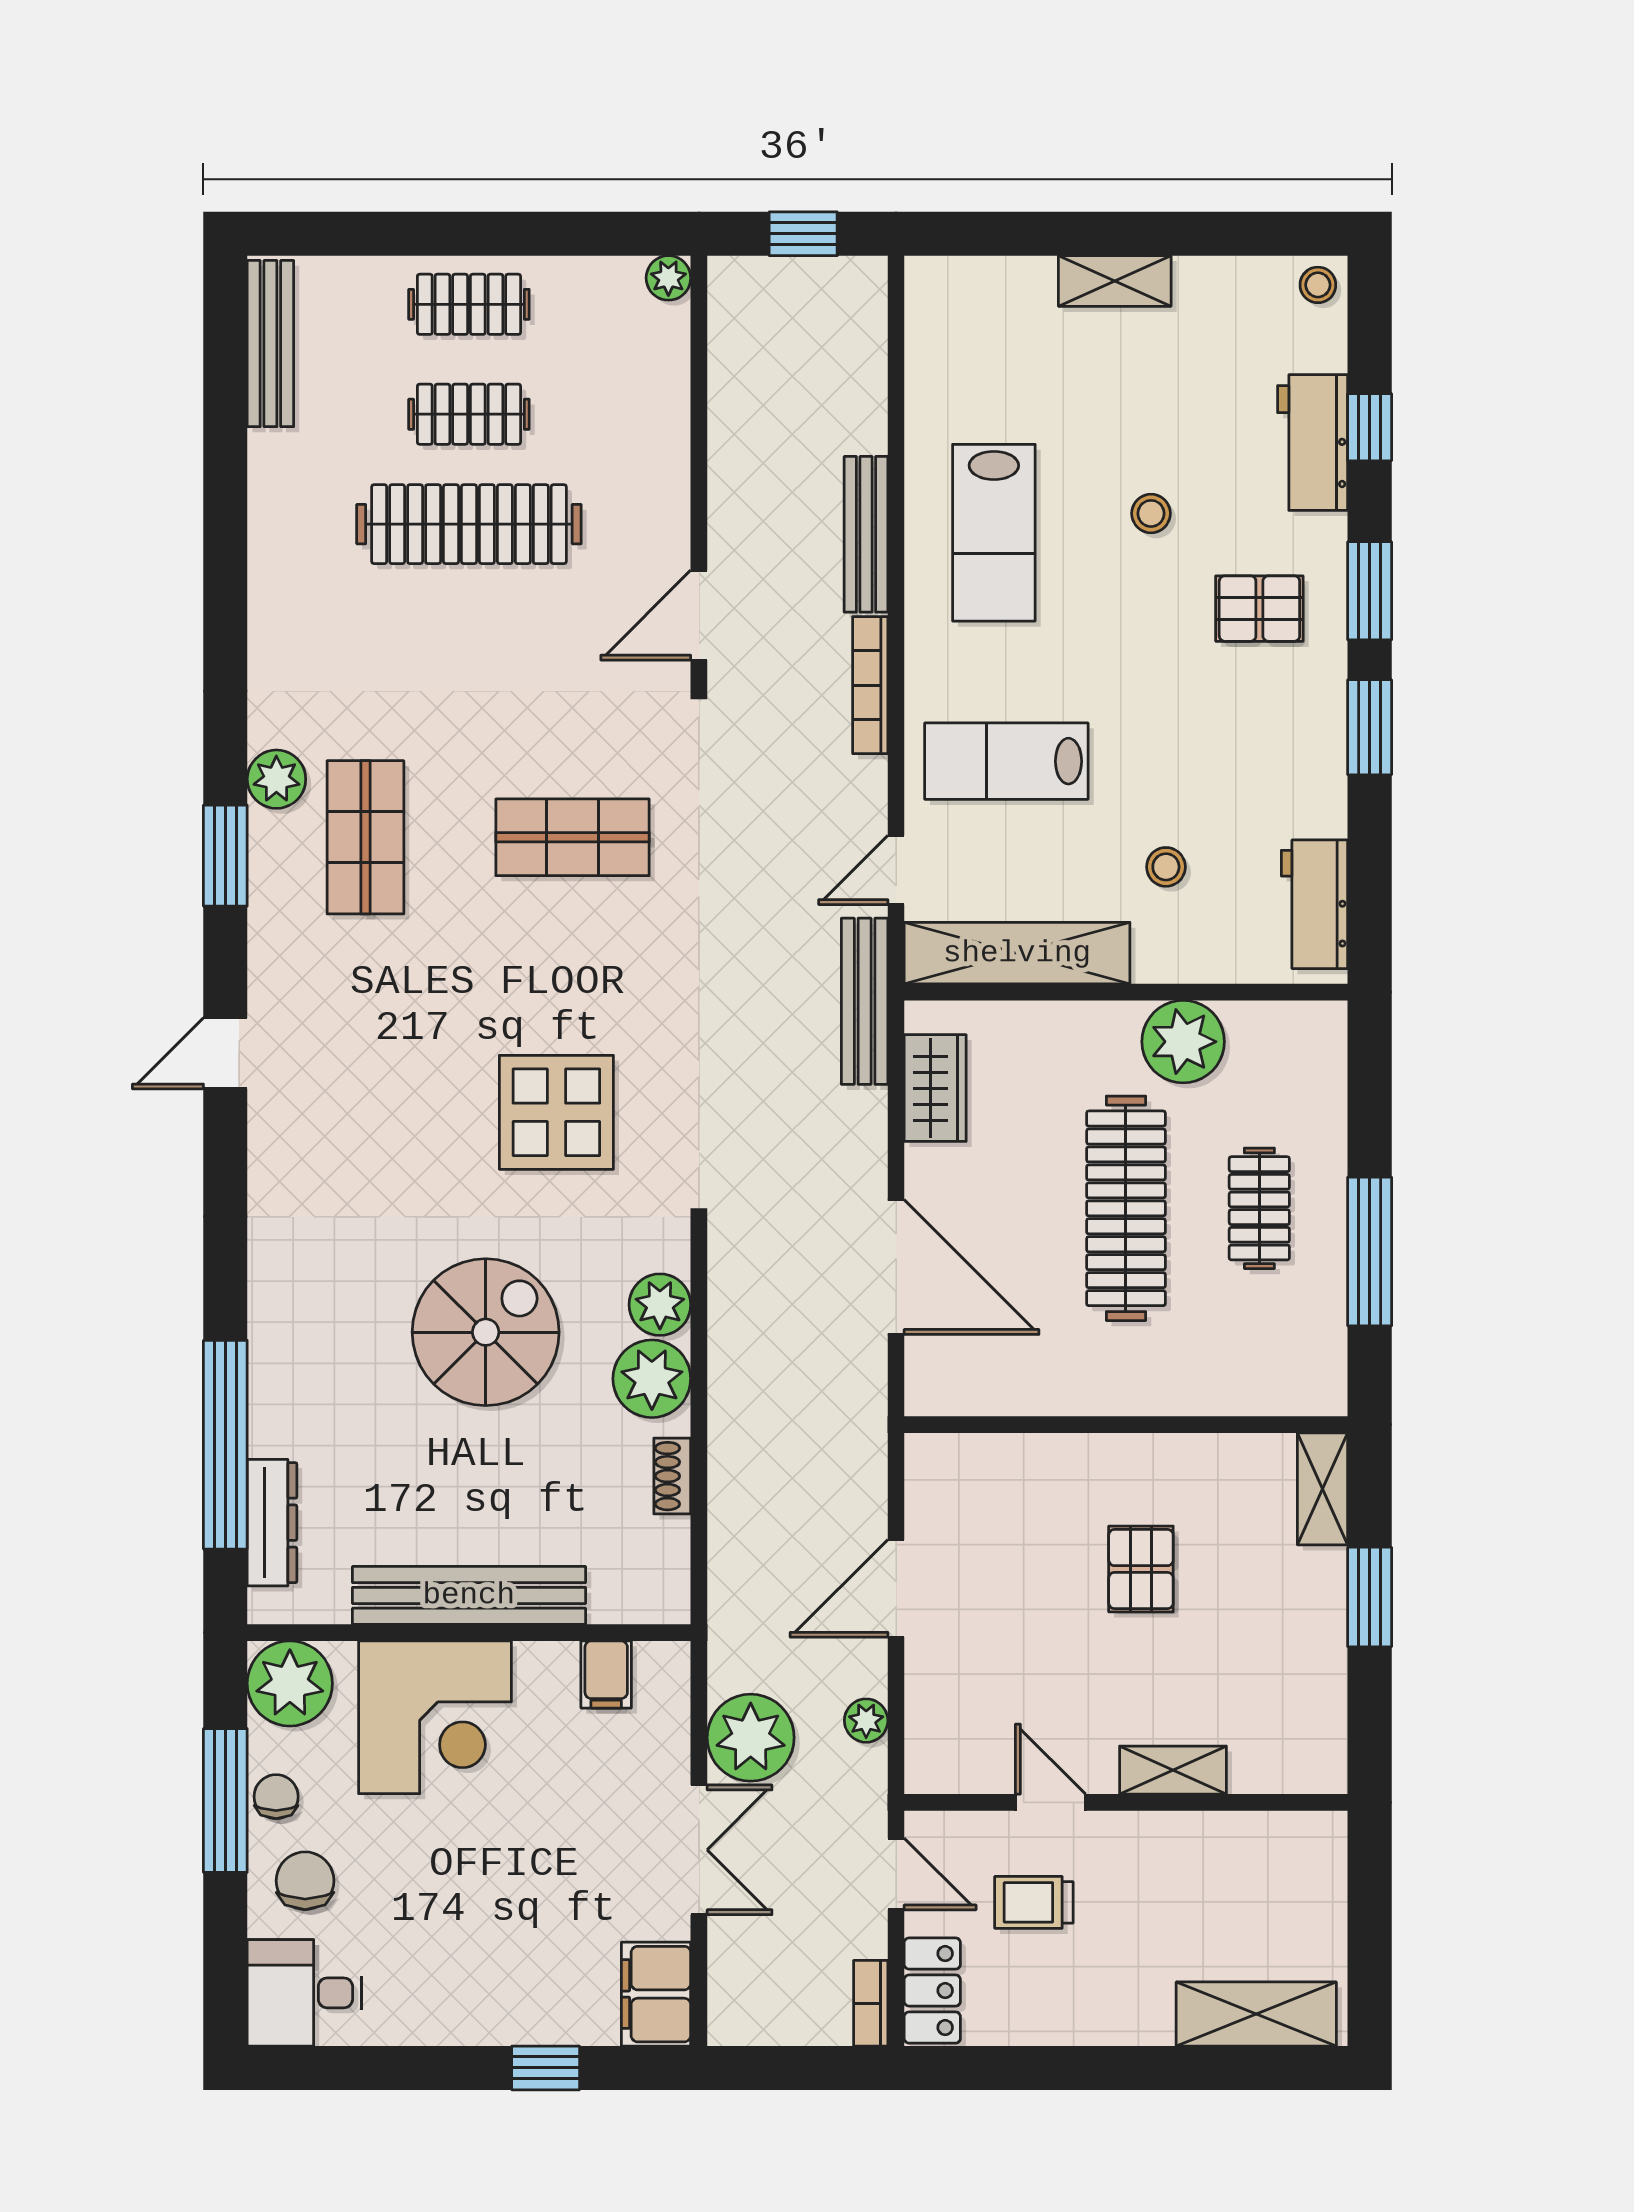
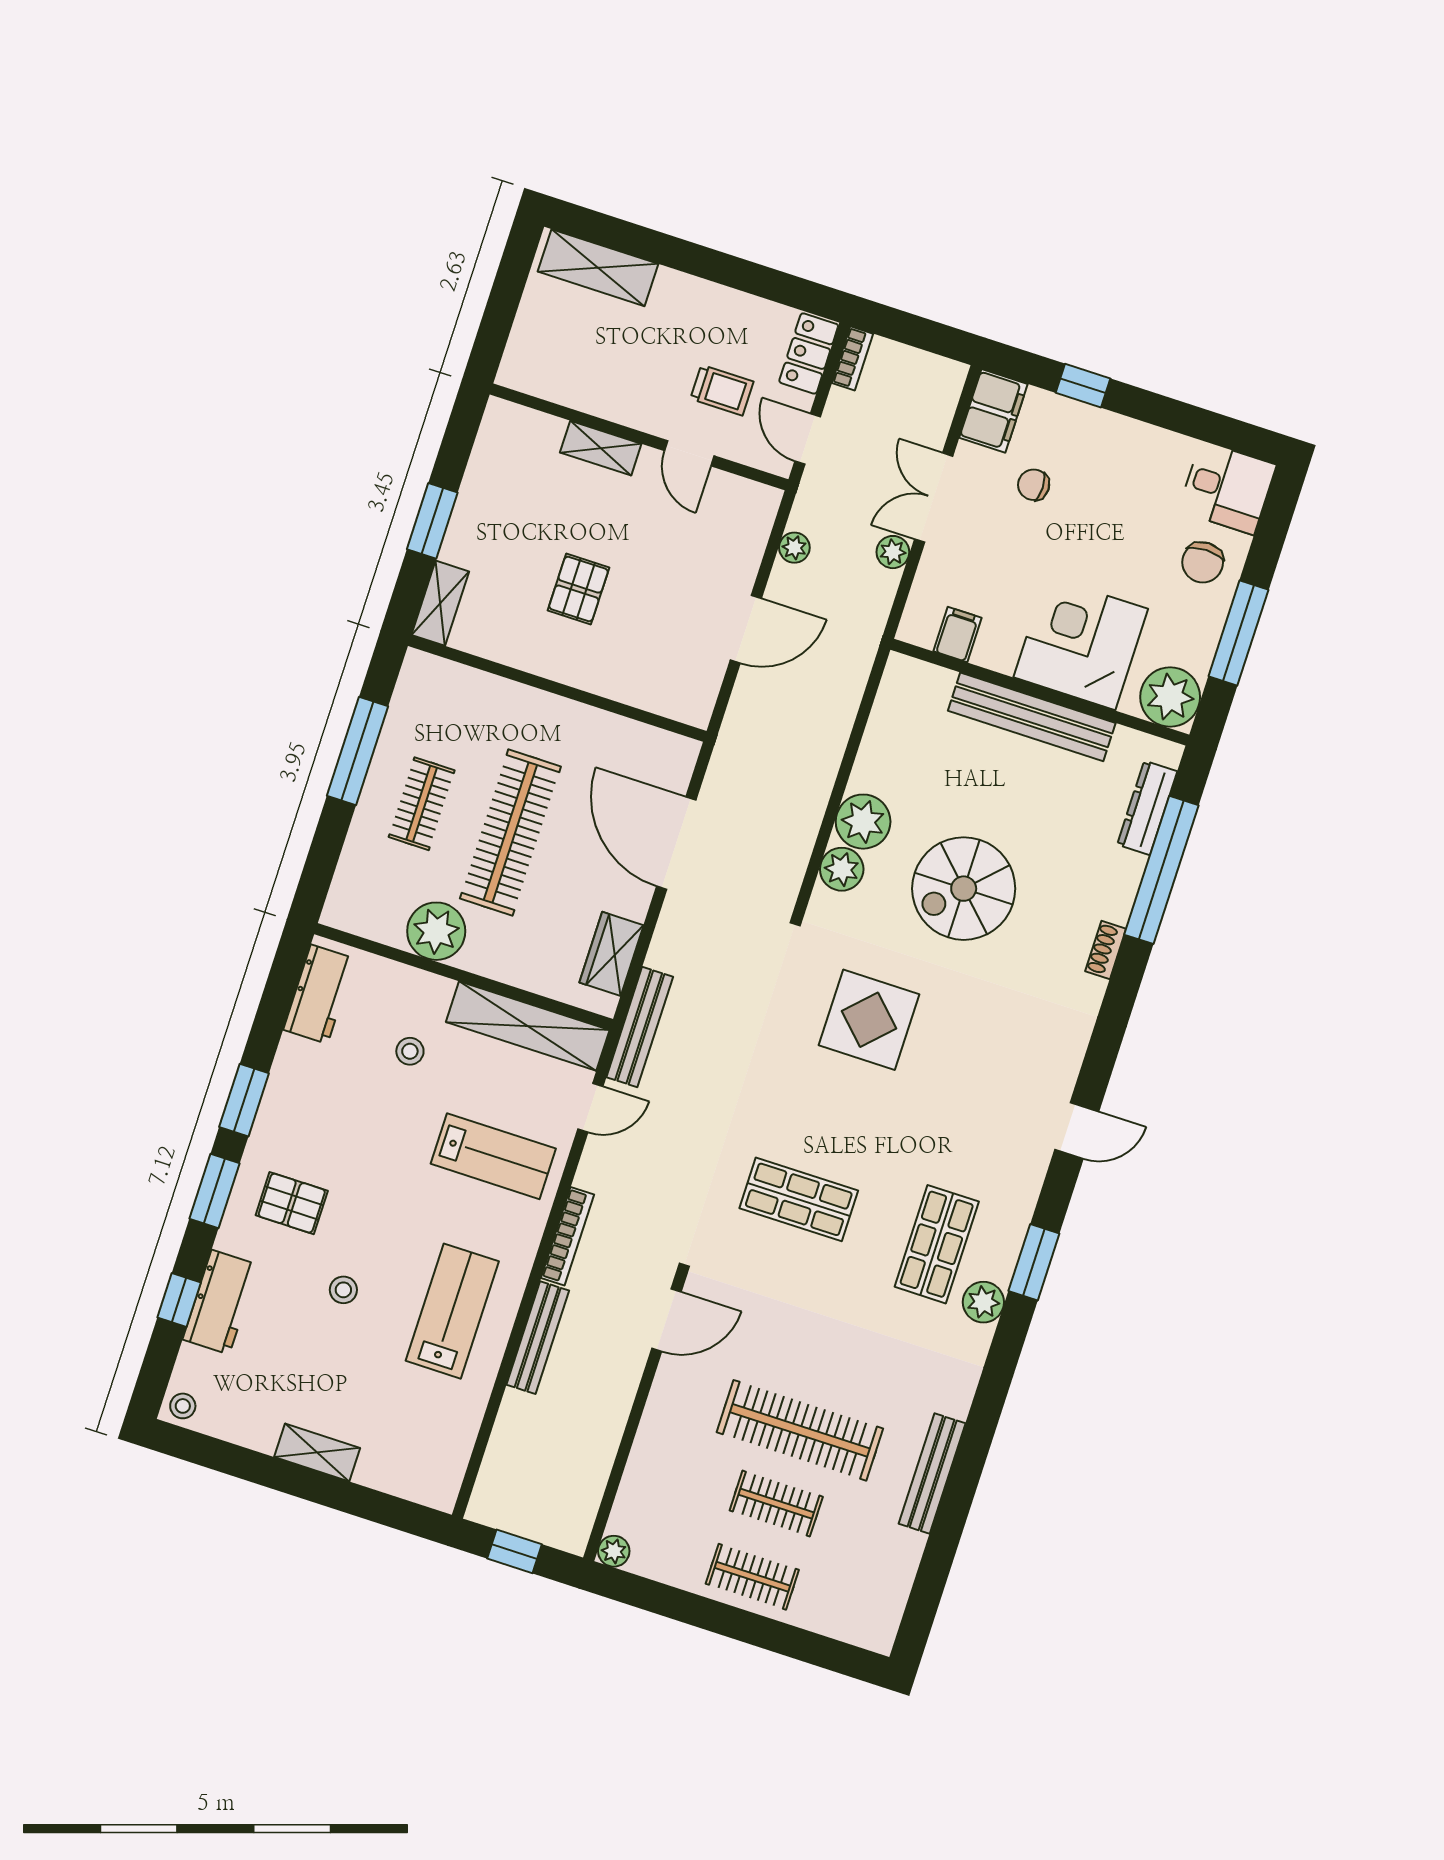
bench: (270, 344) -> (932, 1474), moved
shoe rack: (672, 1476) -> (1106, 950), moved, turned 180
plant: (751, 1738) -> (893, 552), width x0.53, depth x0.53
chair: (276, 1797) -> (1034, 485), moved, turned 90

